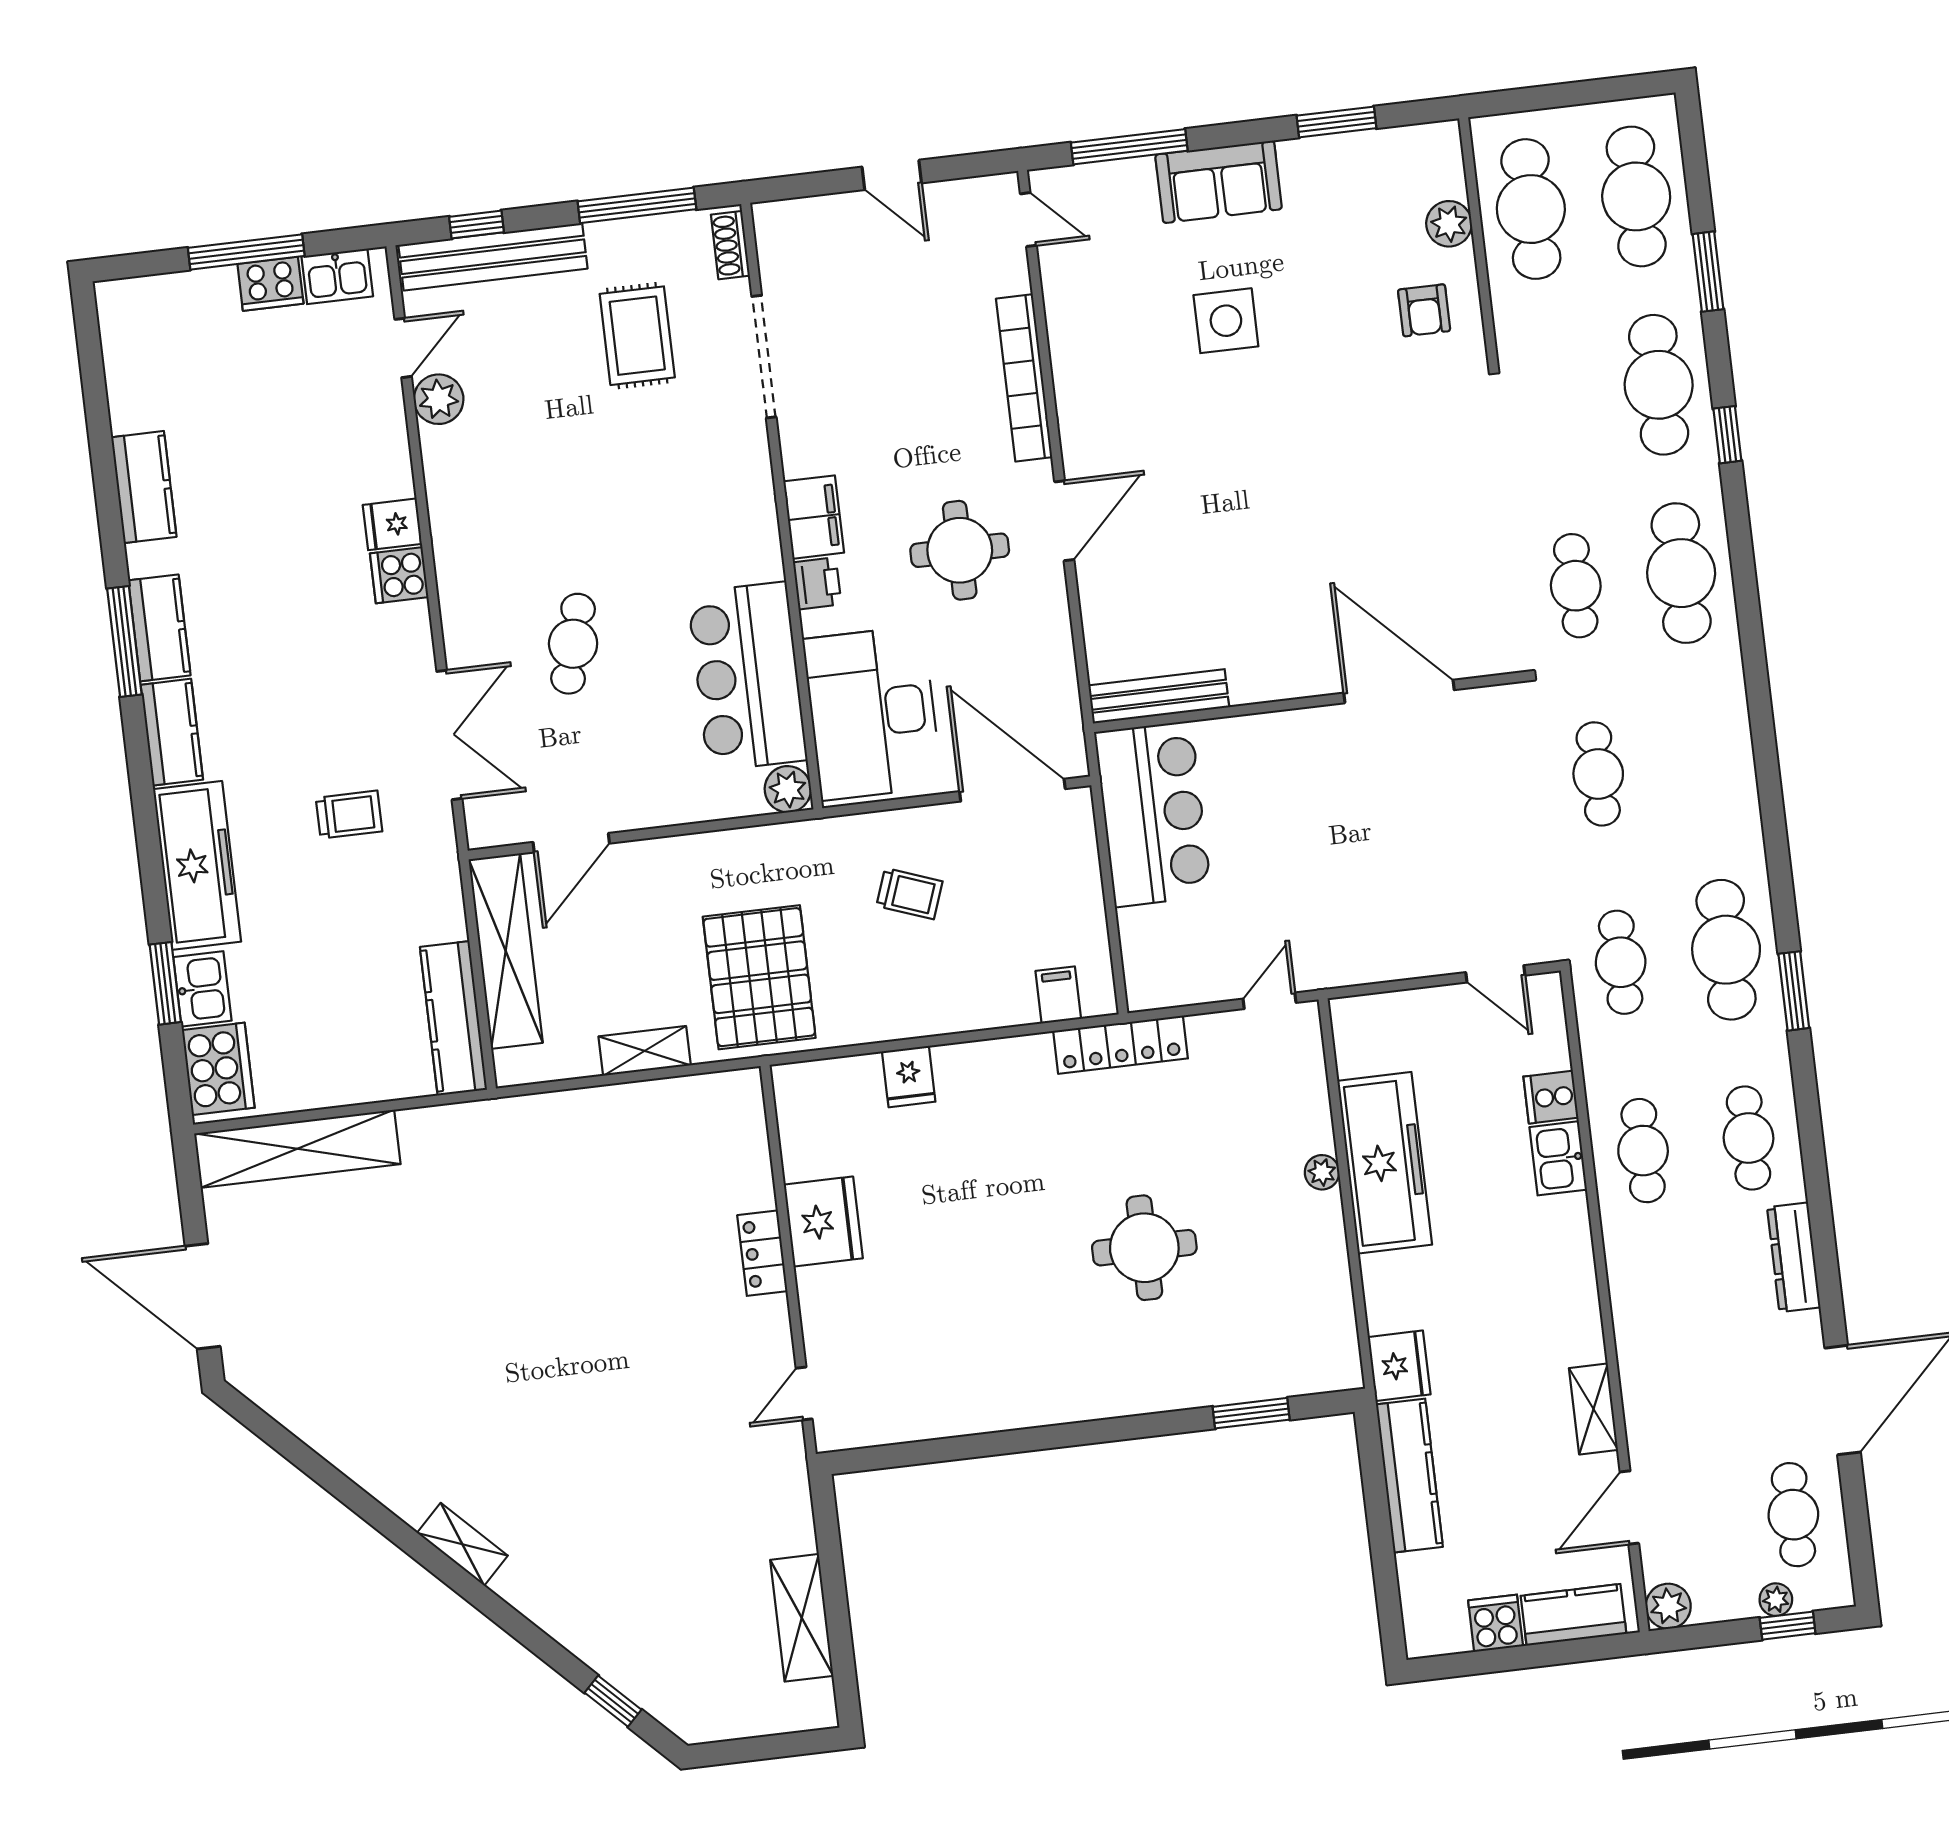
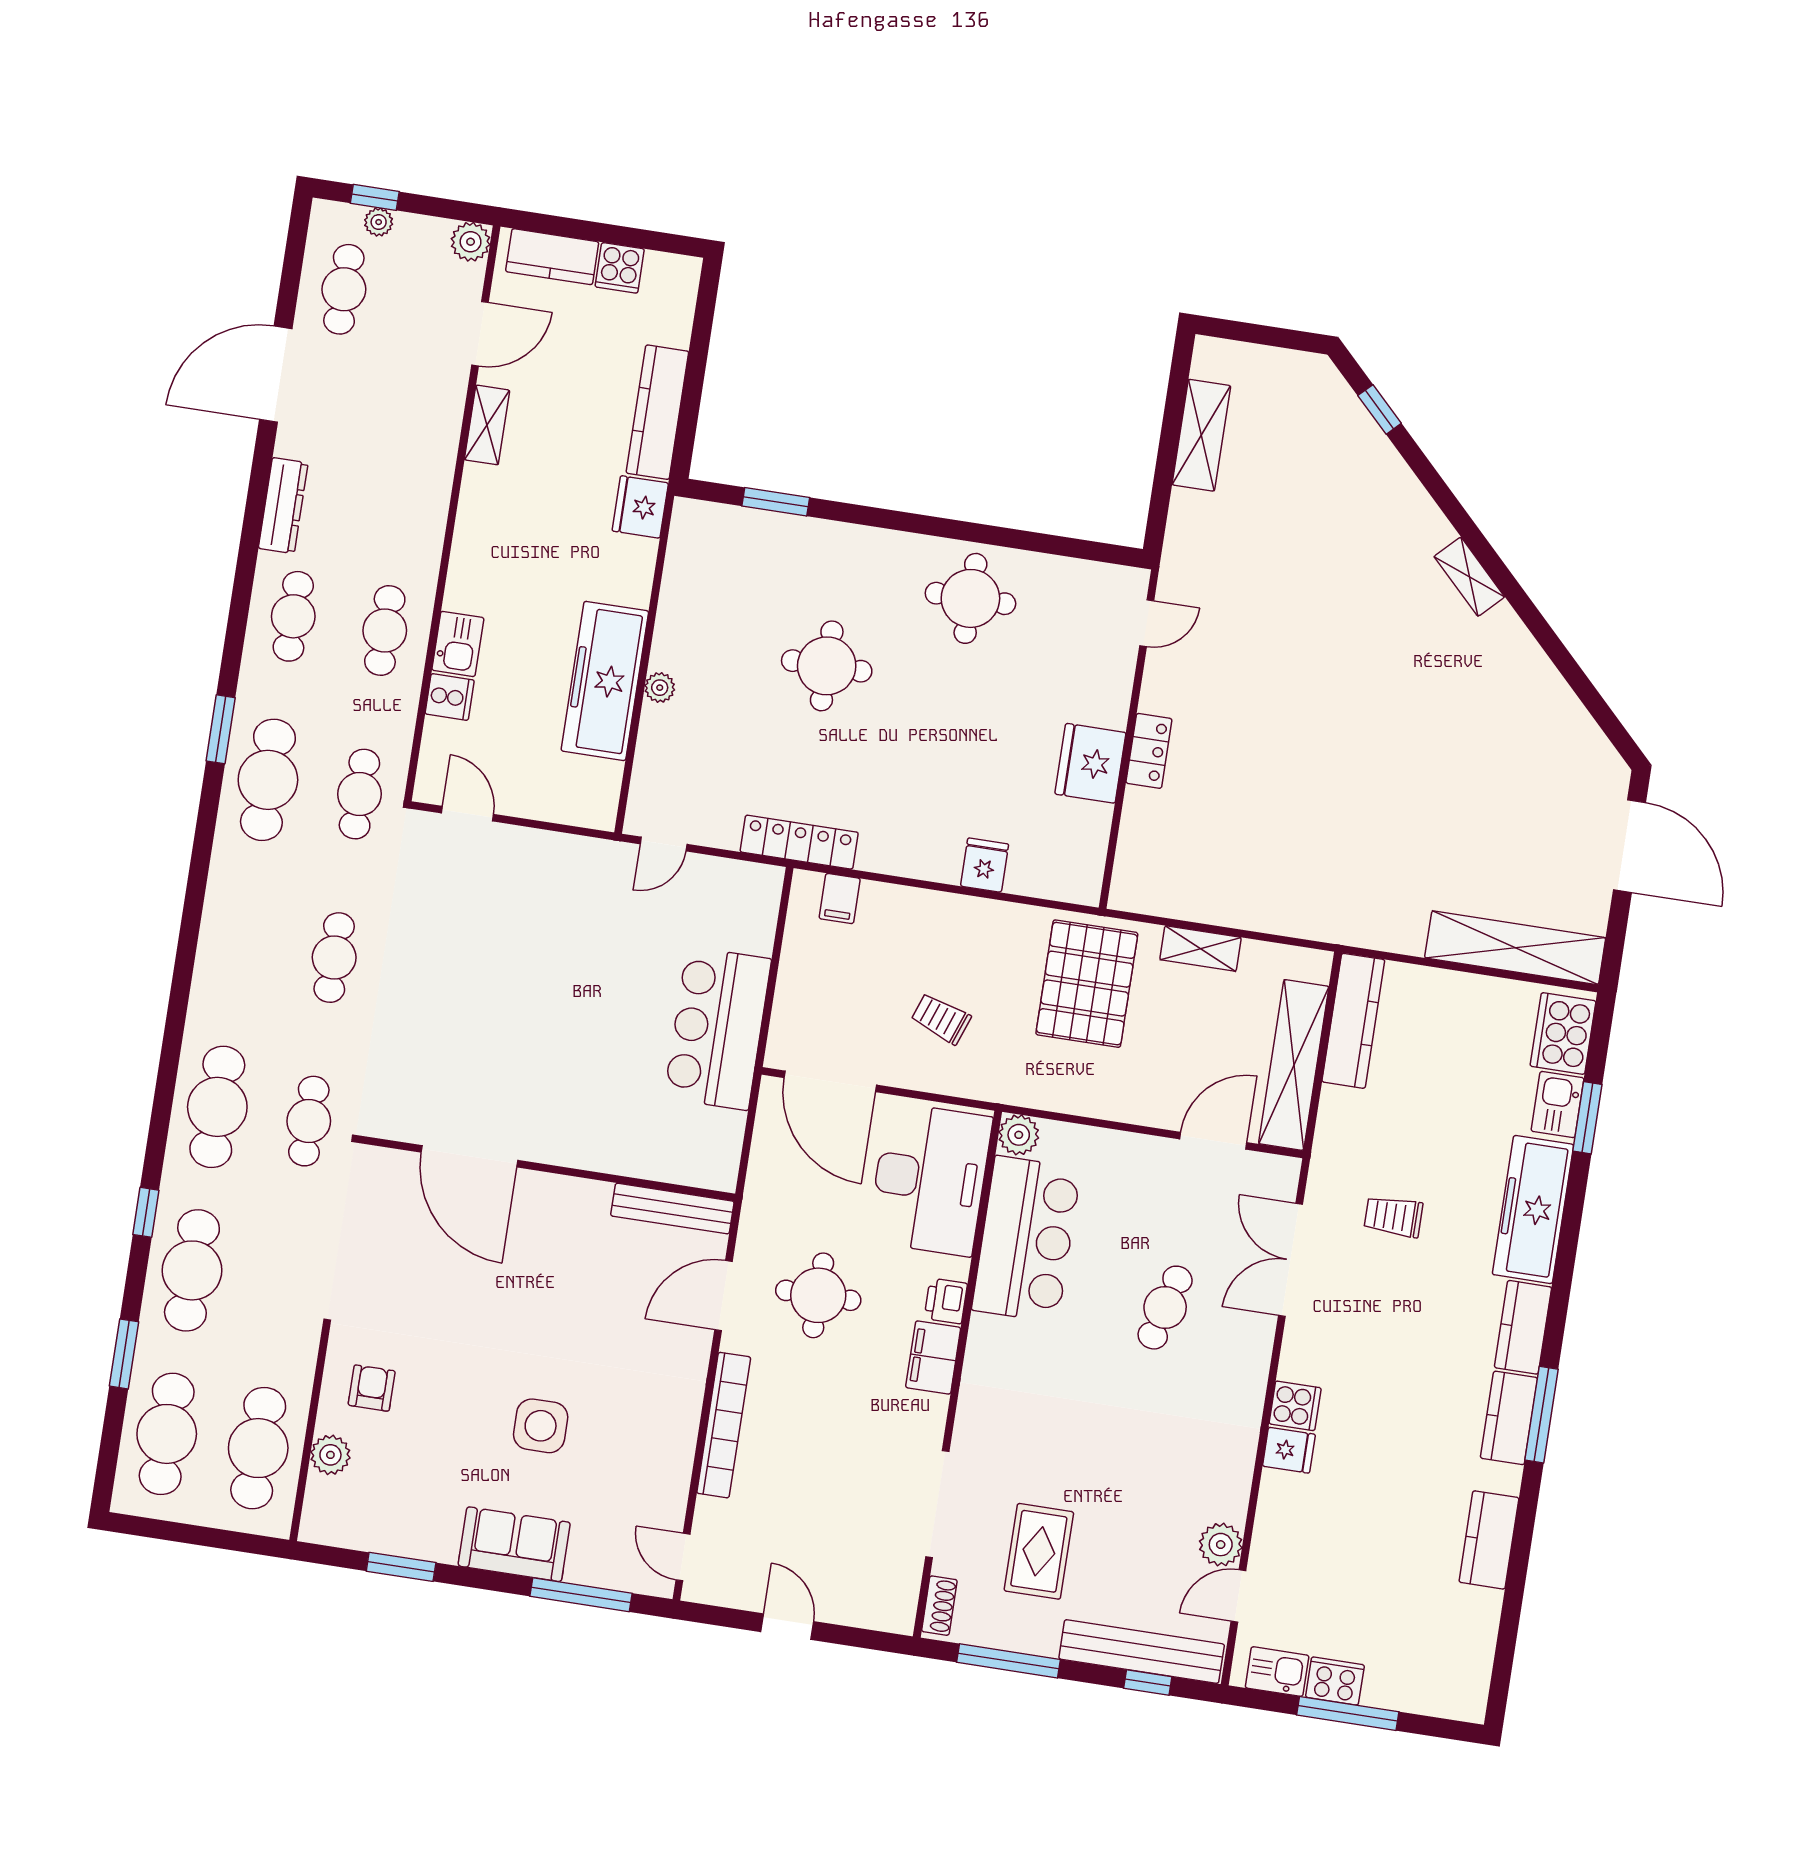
door: (1399, 691) -> (469, 1156), moved
bench: (1159, 696) -> (672, 1209), moved
wall: (1310, 702) -> (547, 1168), moved
round table: (1006, 1367) -> (970, 598), added

